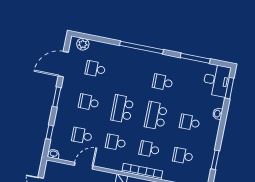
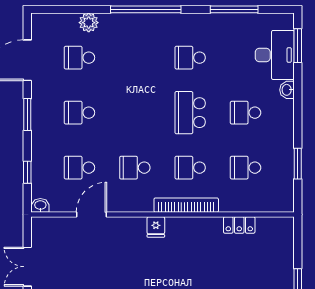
plant: (83, 44) -> (89, 23), moved
desk: (217, 80) -> (275, 55), moved
school desk: (122, 109) -> (135, 113), removed

